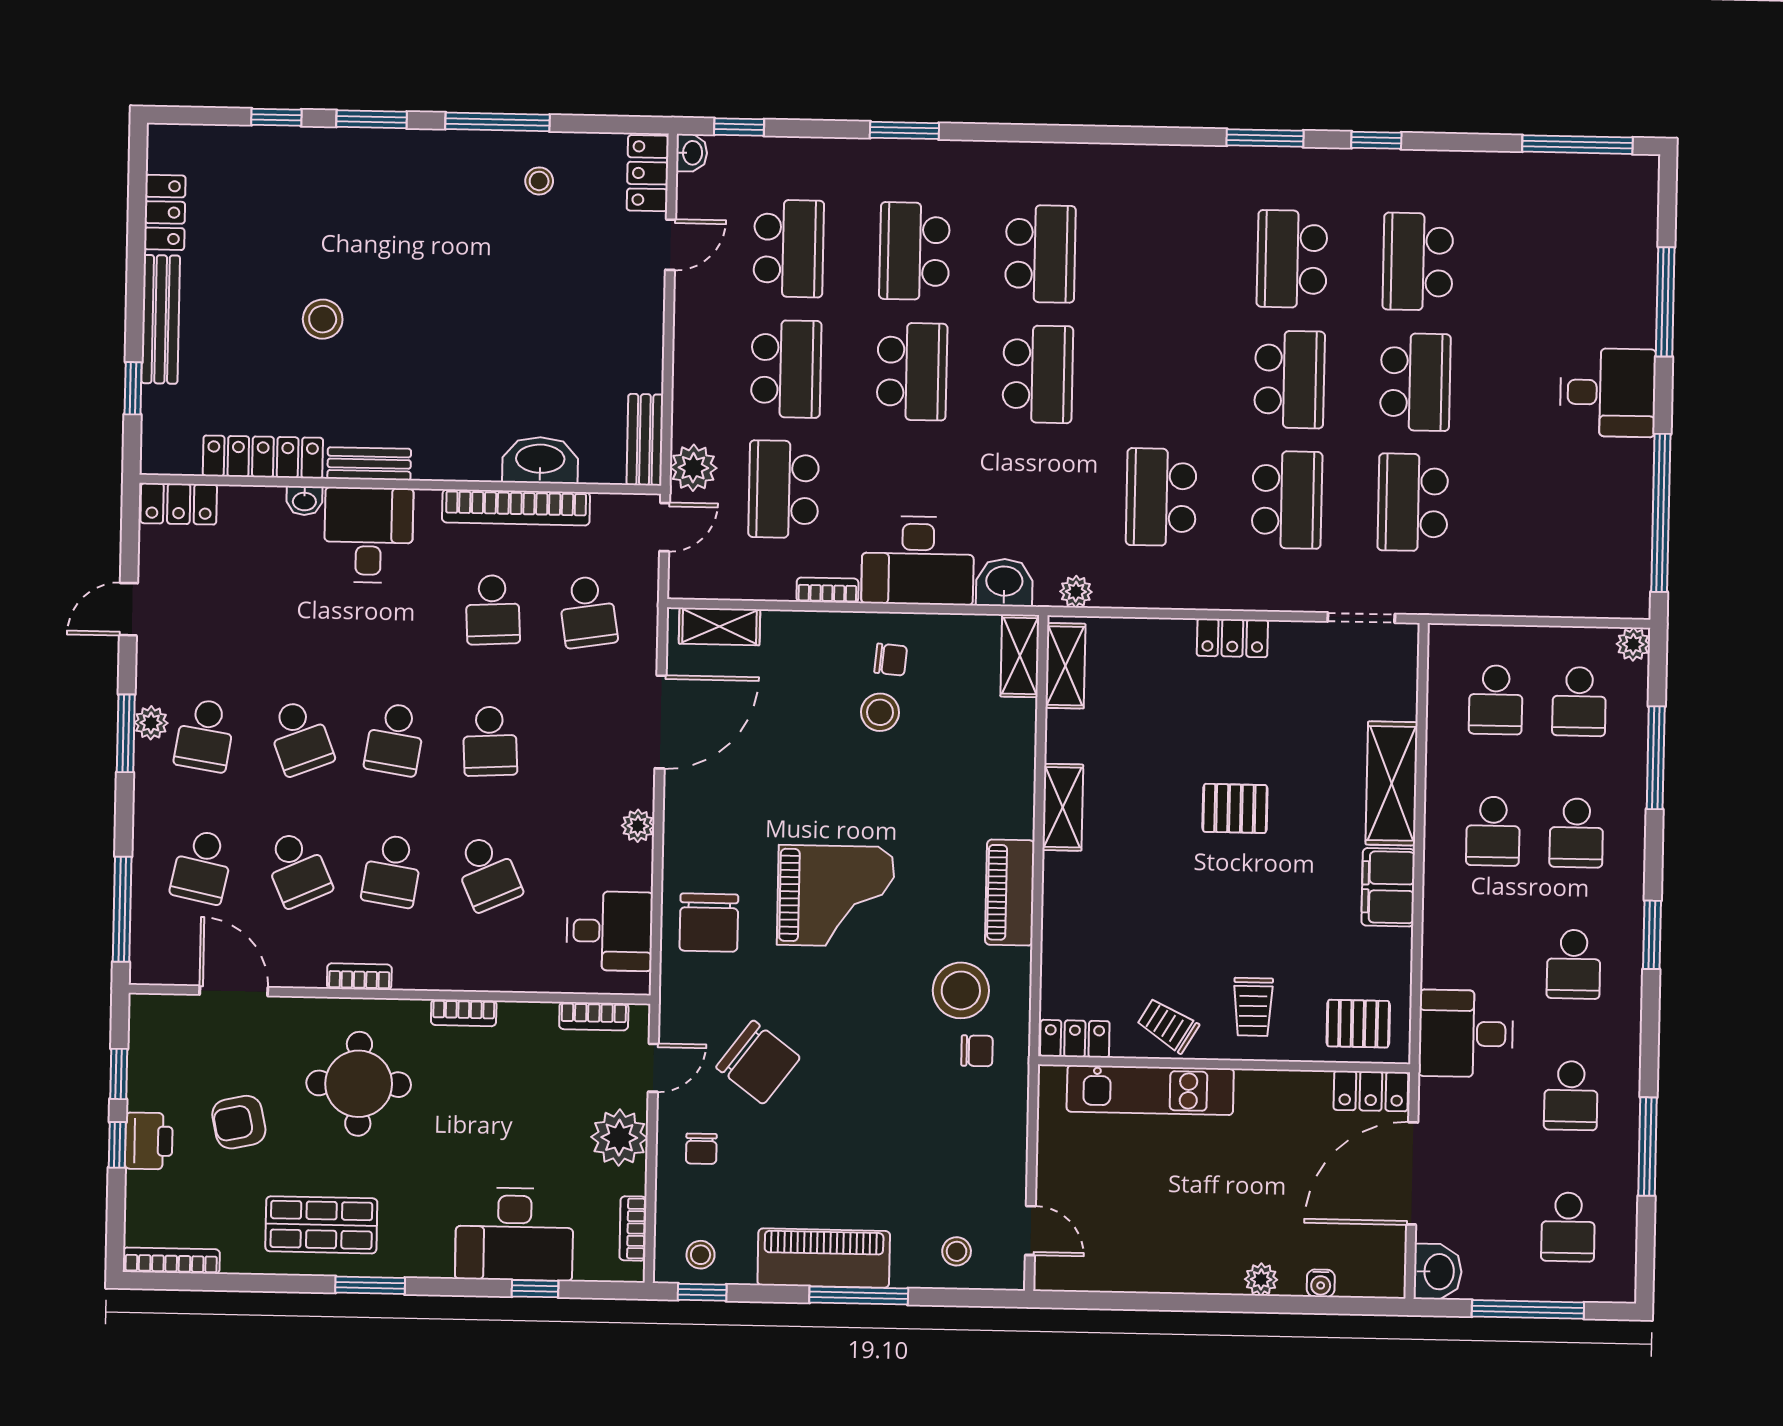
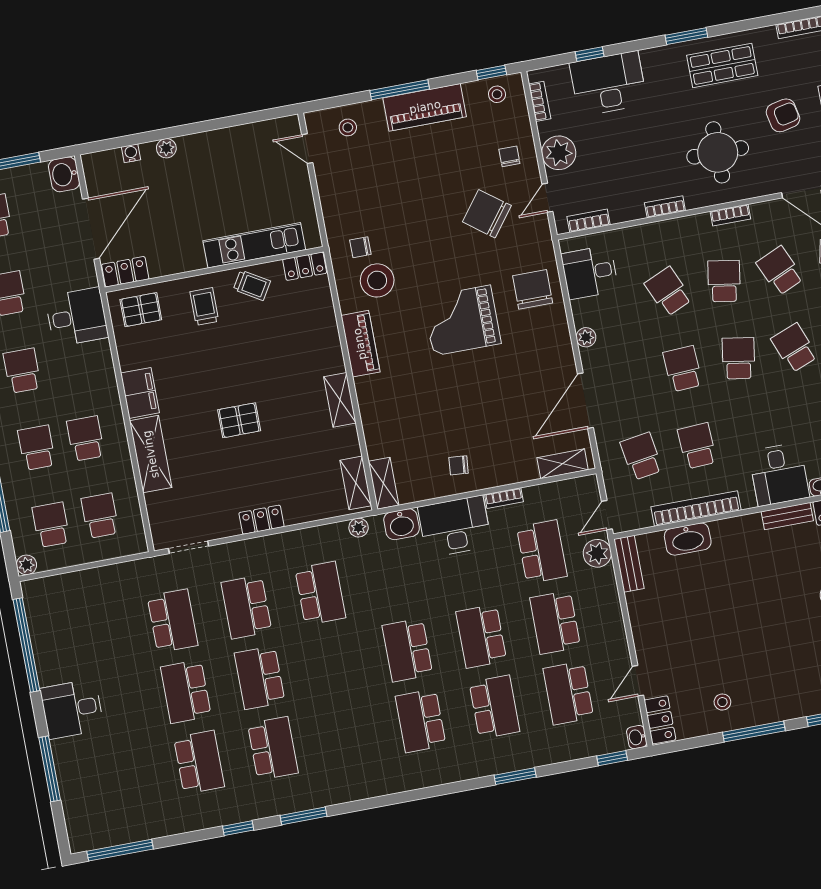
stool: (880, 712) -> (458, 433), removed

